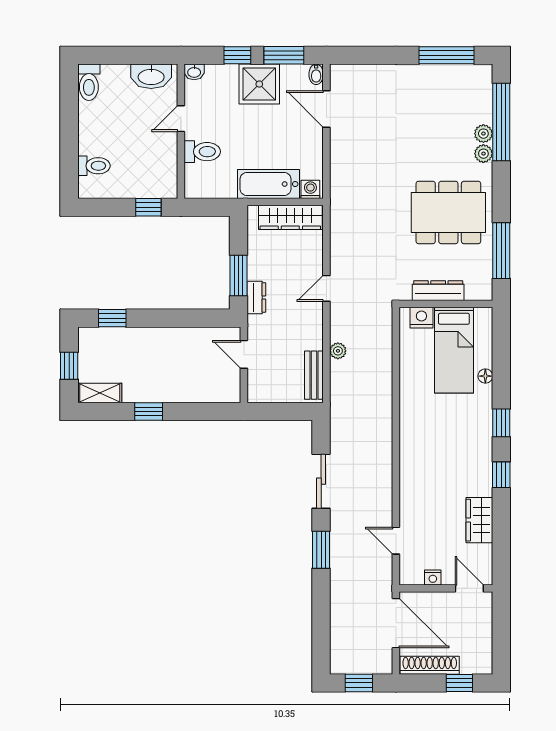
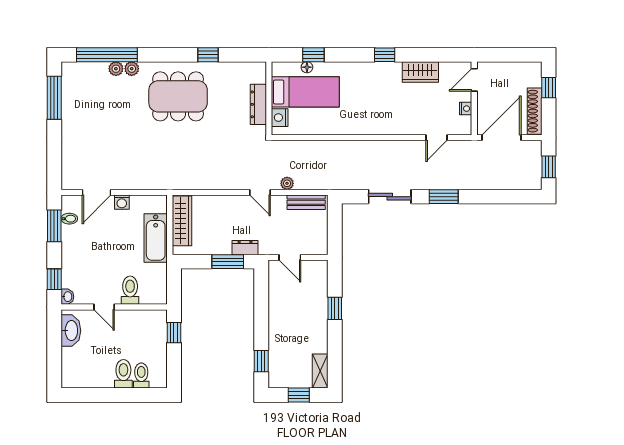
window: (237, 55) -> (54, 279), moved
bidet: (316, 74) -> (69, 219), moved
toilet: (89, 82) -> (123, 374), moved, turned -90
shower: (259, 84) -> (77, 245), removed
washing machine: (310, 189) -> (122, 202), moved, turned -90
dining table: (448, 212) -> (178, 96), turned 90
window: (501, 251) -> (208, 55), width x0.46
door: (326, 288) -> (260, 192), moved
dresser: (438, 291) -> (258, 104), moved
wall: (446, 304) -> (269, 98), moved
nightstand: (421, 318) -> (280, 118), moved
bed: (454, 350) -> (305, 92), moved
door: (244, 354) -> (290, 257), hinge flipped
window: (149, 411) -> (335, 308), moved
window: (501, 423) -> (313, 55), moved

